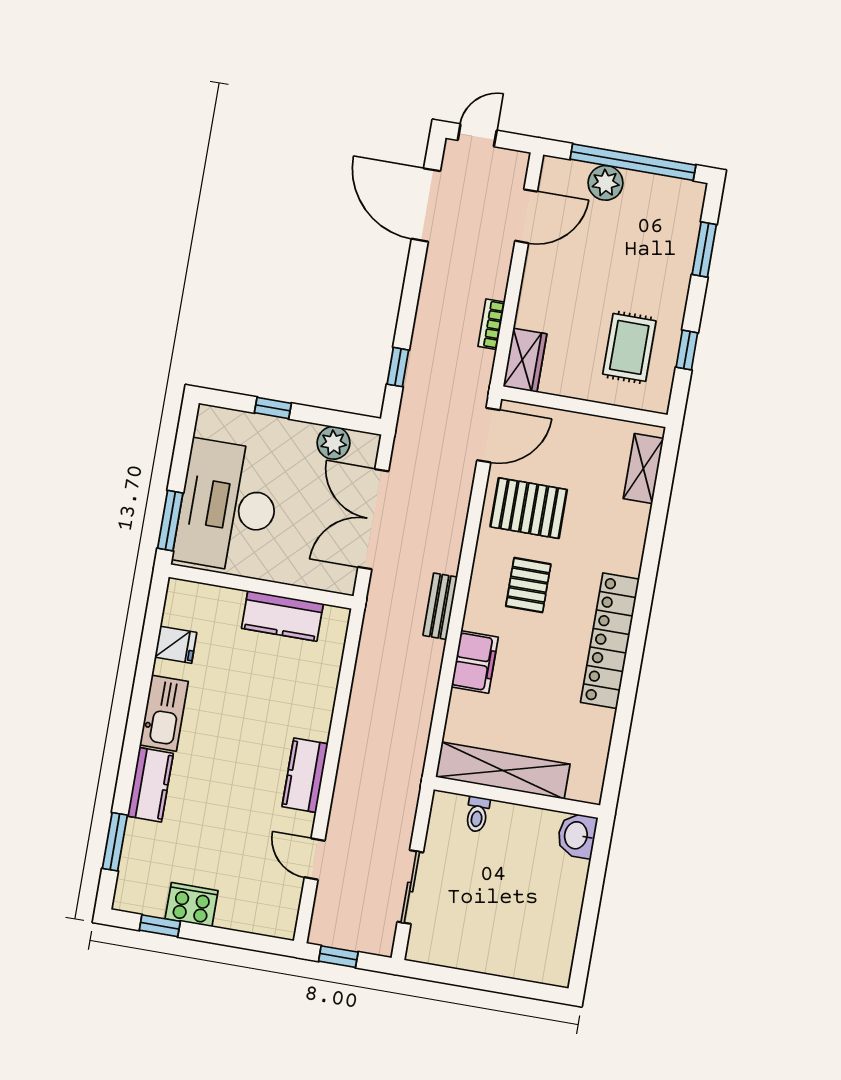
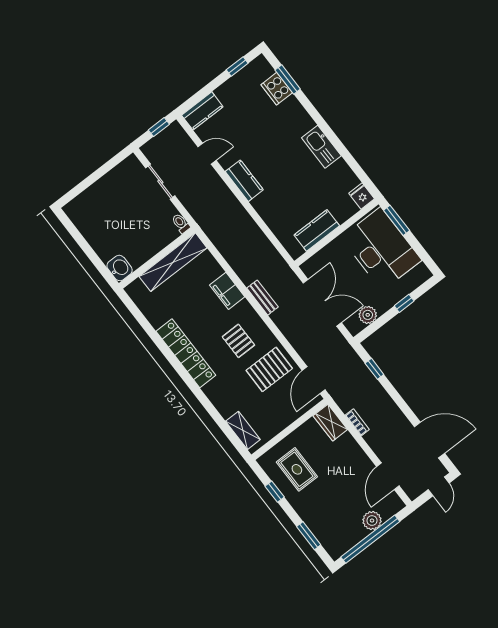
fridge: (176, 645) -> (362, 196), moved, turned 90
kitchen counter: (150, 785) -> (202, 111), moved, turned -90
toilet: (477, 814) -> (181, 223), moved
cooker: (192, 905) -> (277, 89), moved, turned 90

